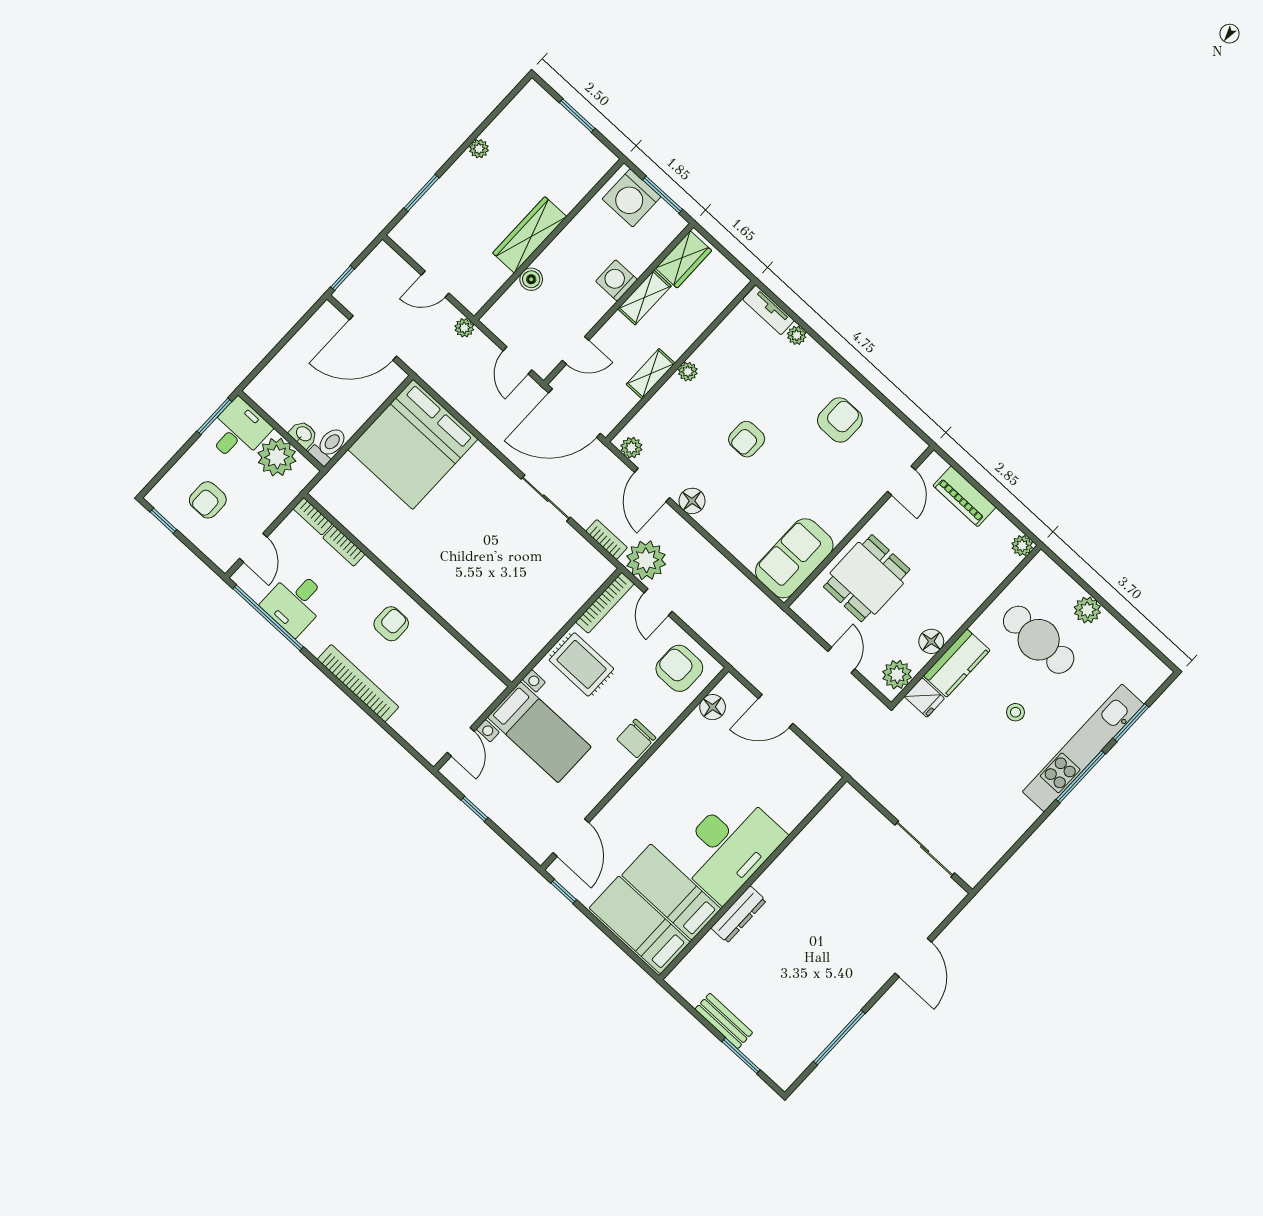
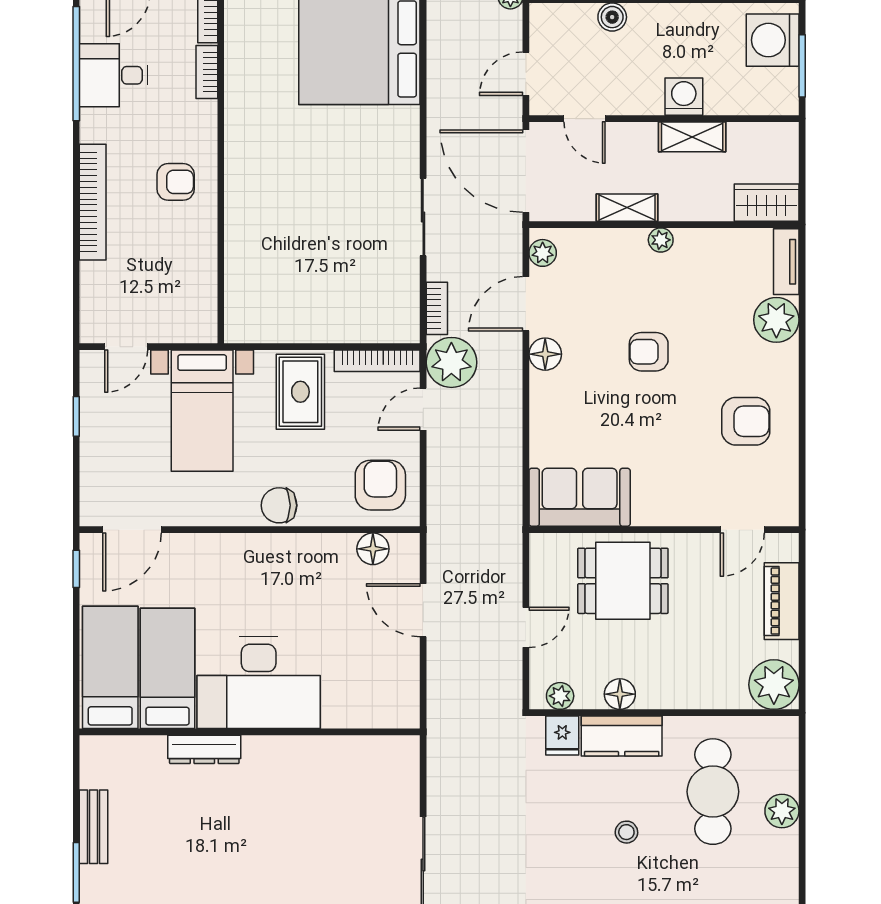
wardrobe: (684, 259) -> (767, 203), moved, turned 180
plant: (797, 335) -> (776, 320), width x1.88, depth x1.88
plant: (1022, 546) -> (774, 685), width x1.87, depth x1.87
plant: (897, 675) -> (560, 696), width x0.73, depth x0.73

